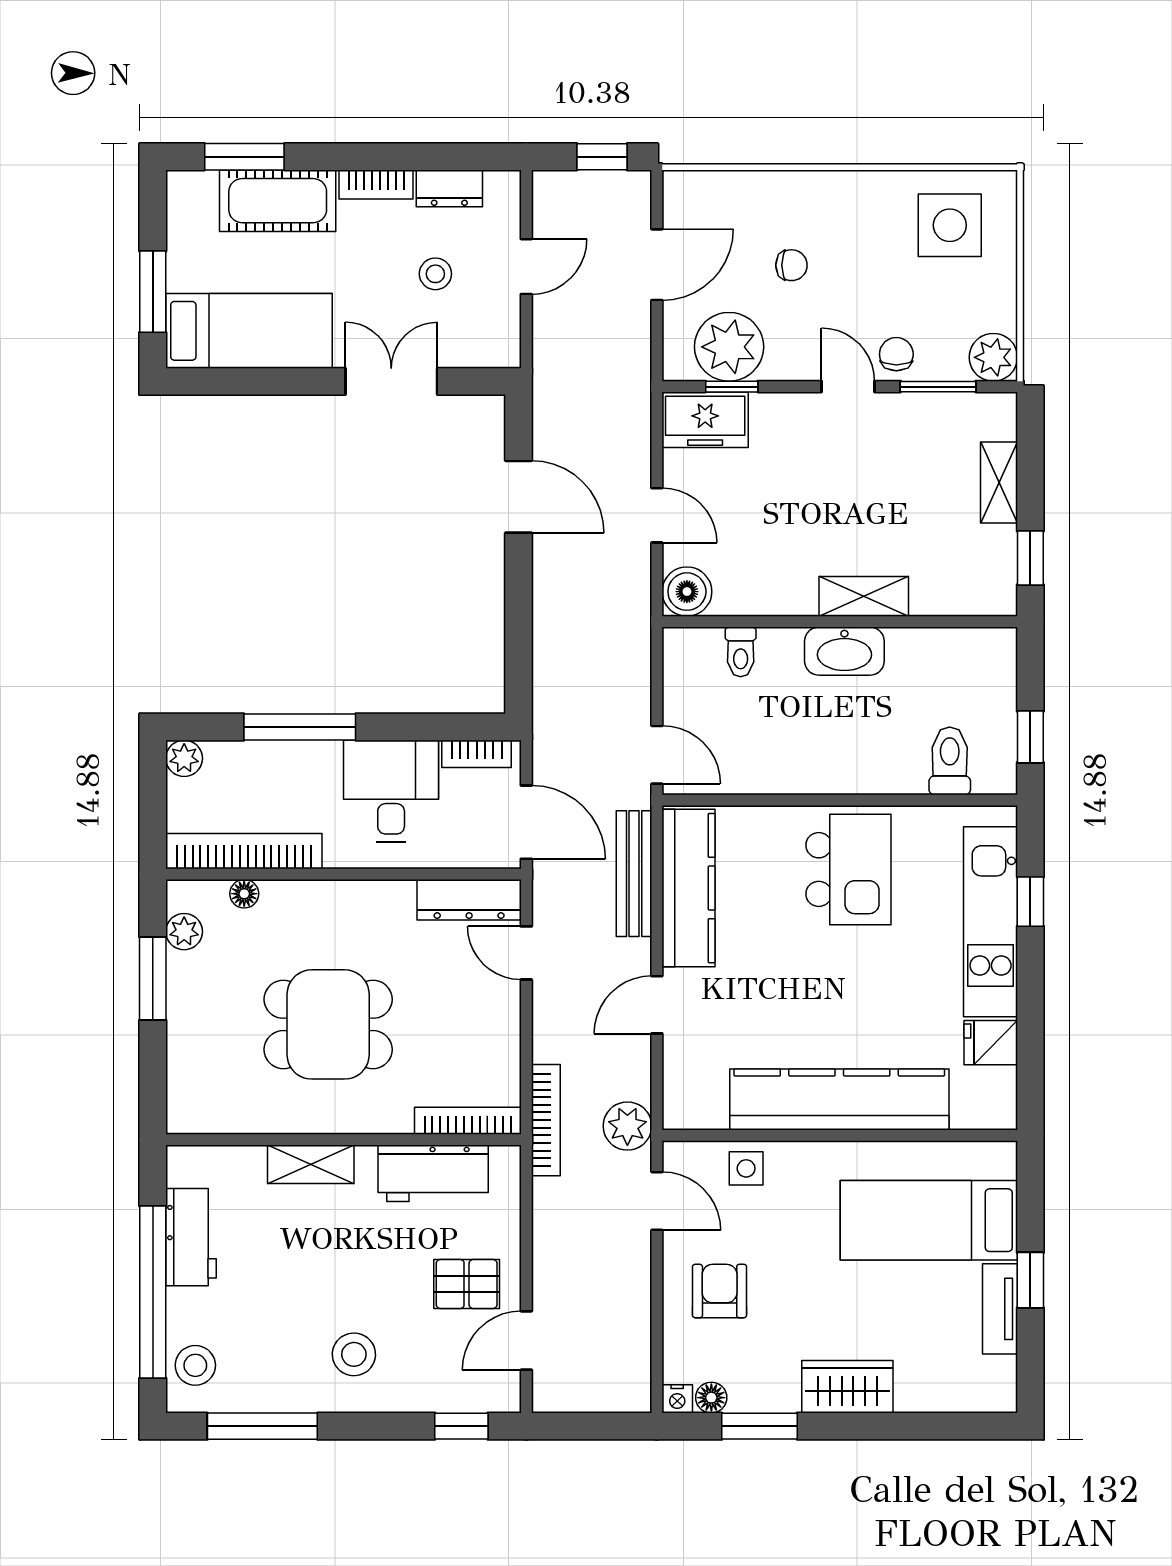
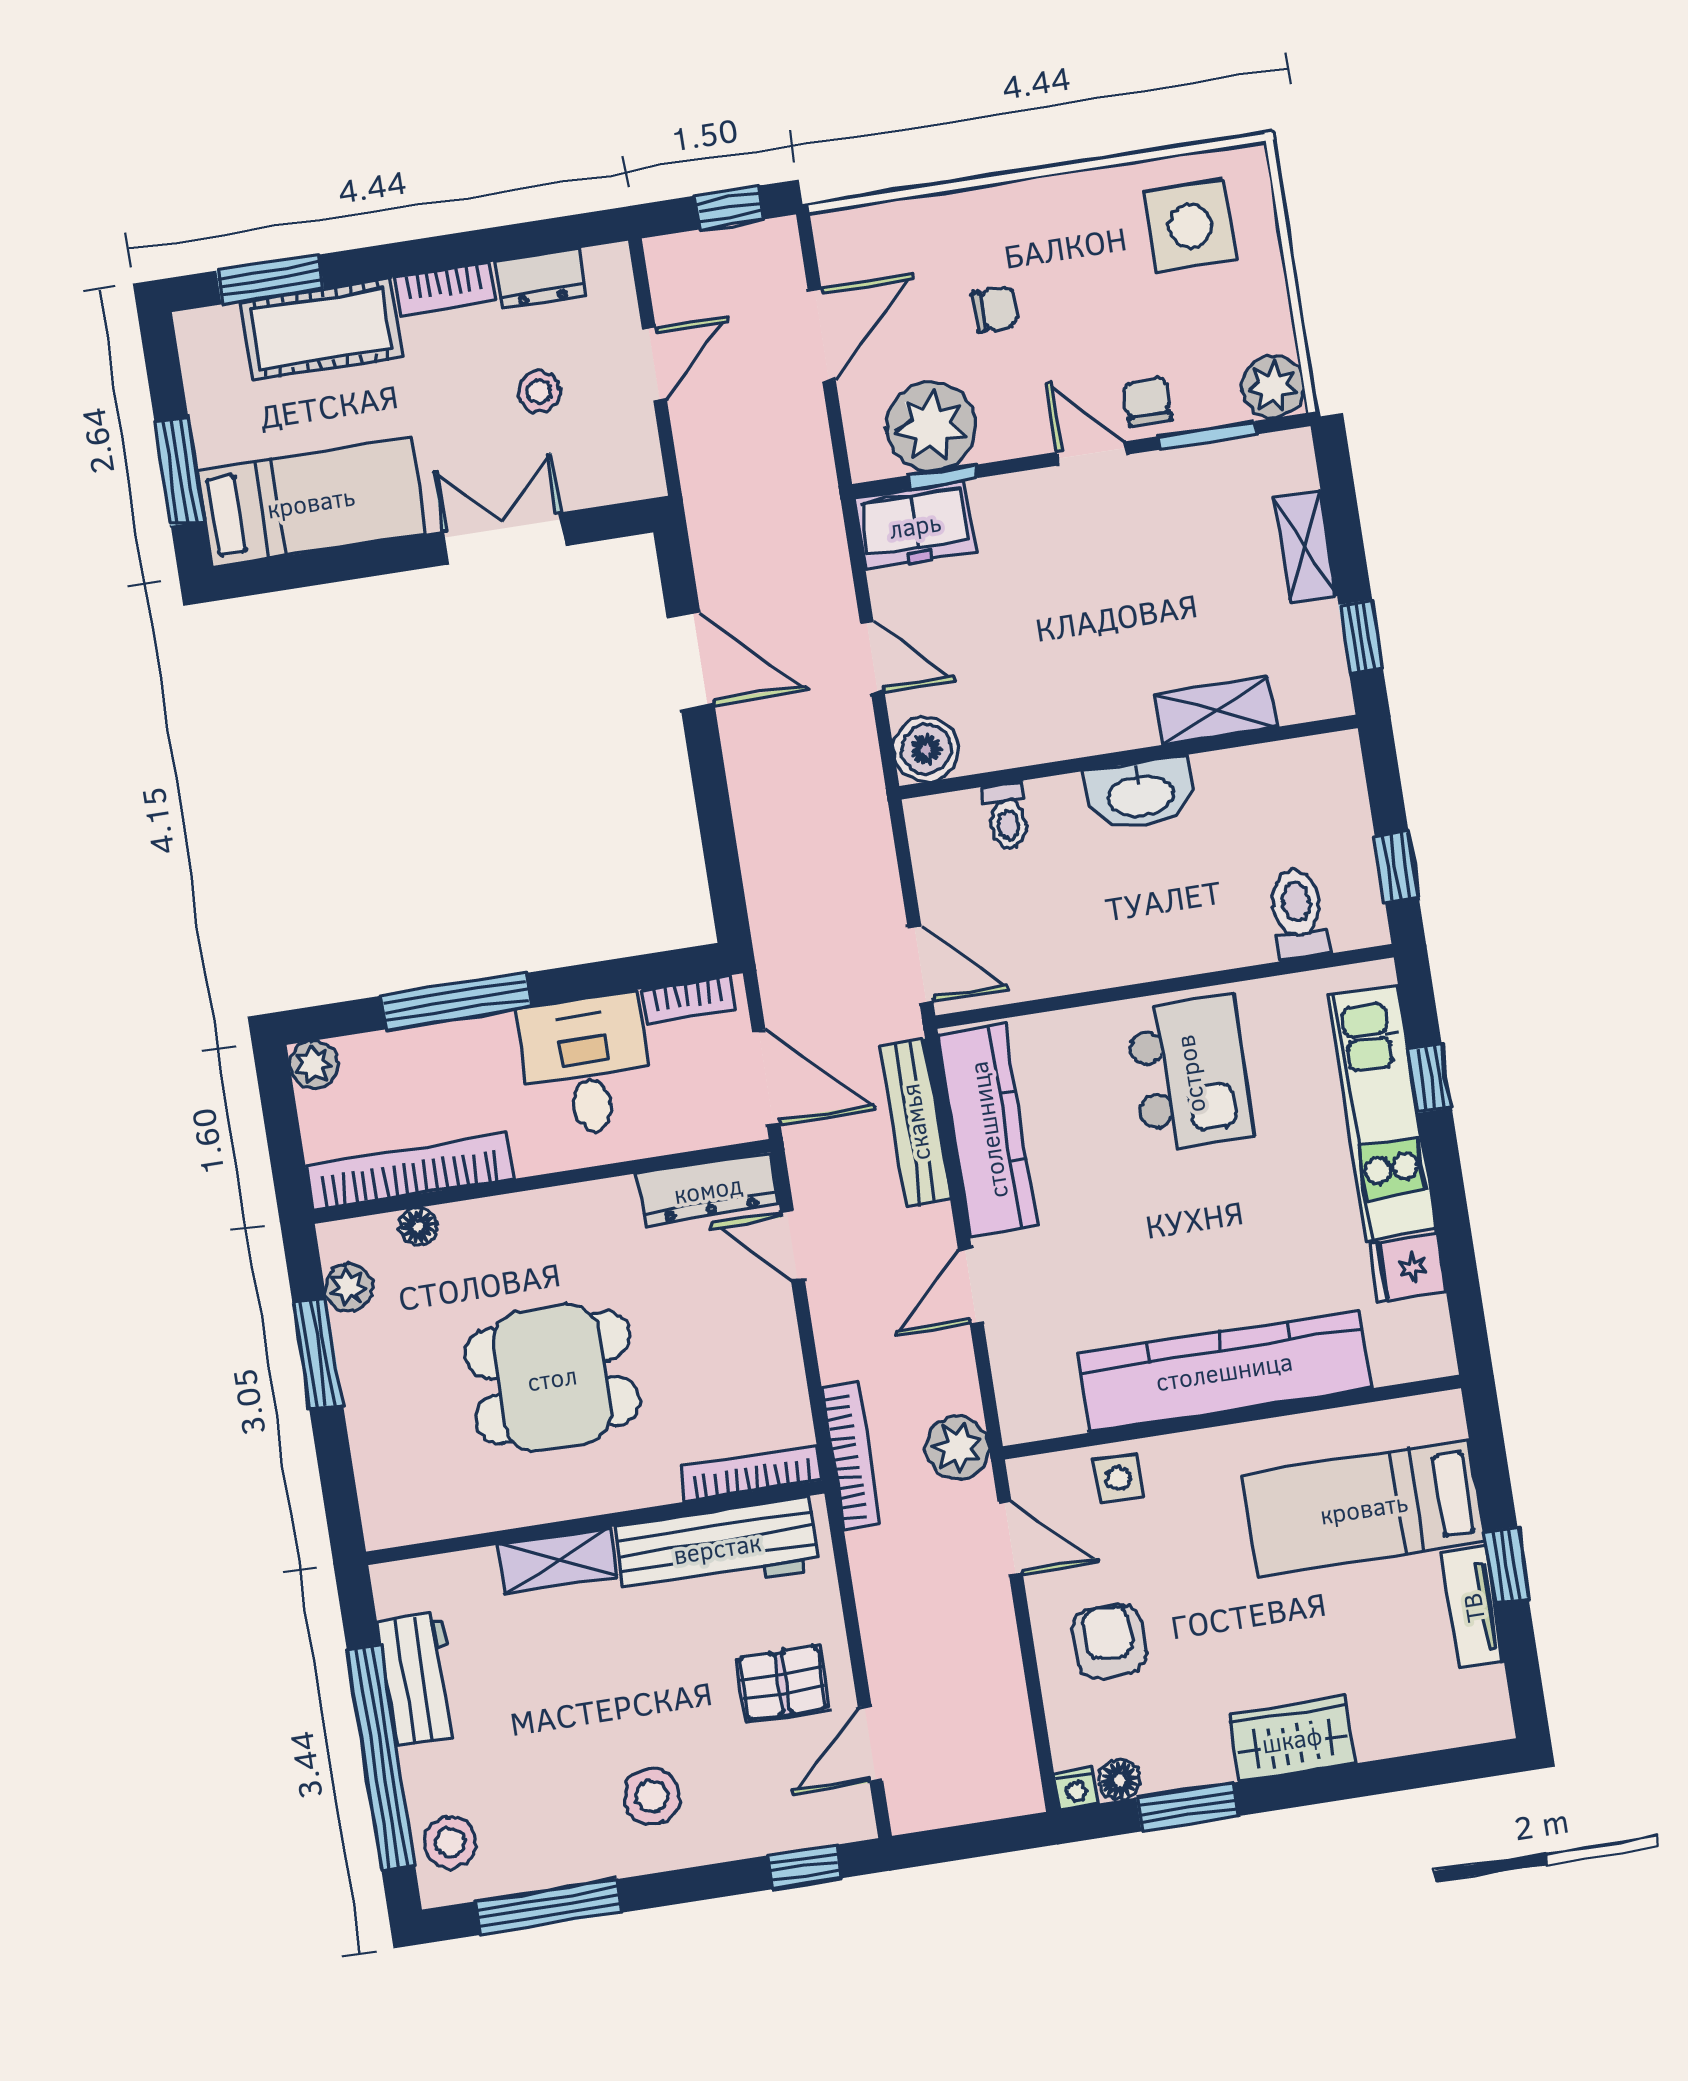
shelving: (864, 596) -> (1216, 710), moved
workbench: (433, 1173) -> (717, 1548), width x1.38

